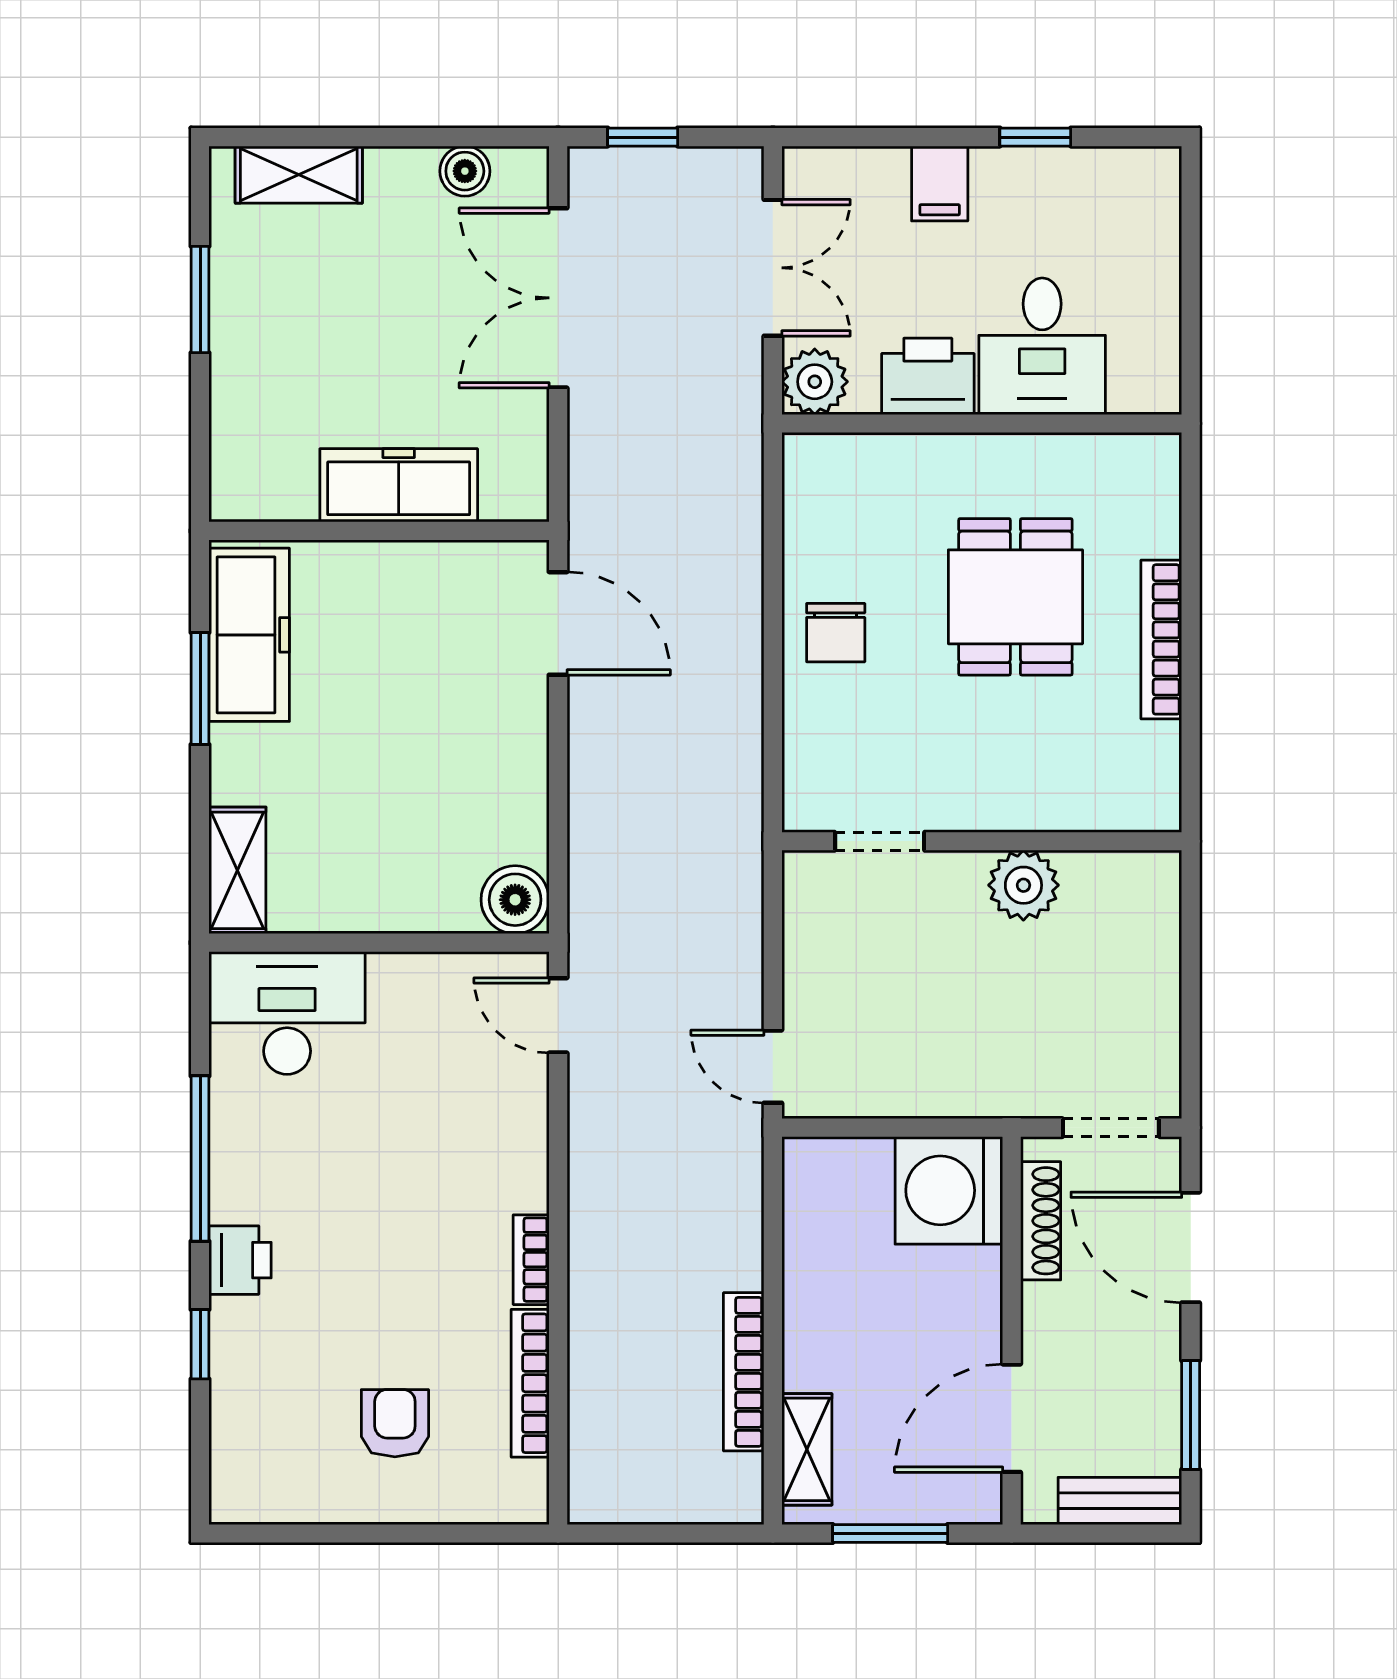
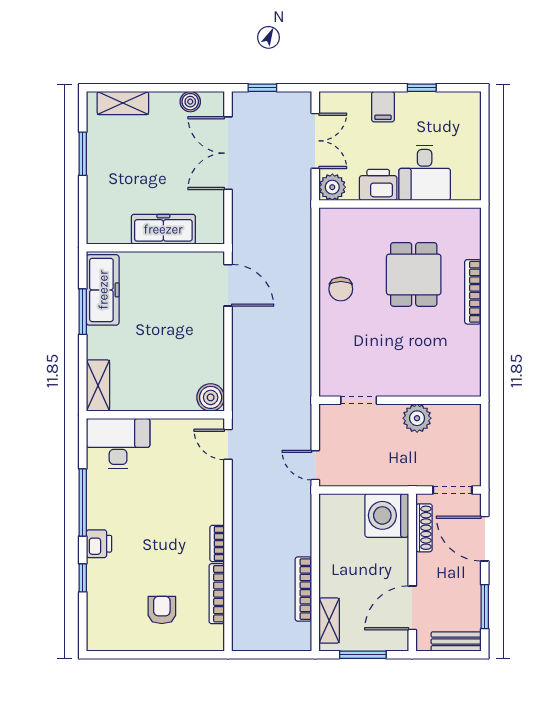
doorway: (880, 841) -> (359, 400), moved
wall: (982, 841) -> (400, 400), moved
plant: (1023, 885) -> (417, 418), moved

